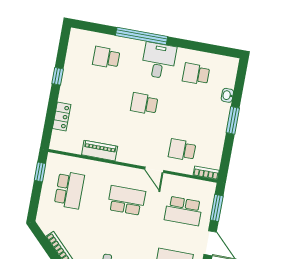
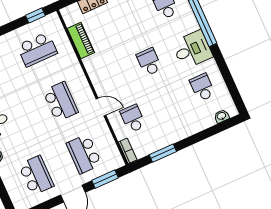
washbasin: (227, 95) -> (222, 116), moved
window: (233, 120) -> (163, 153), moved
piano: (100, 151) -> (81, 40), moved
door: (154, 170) -> (101, 107), swing flipped

